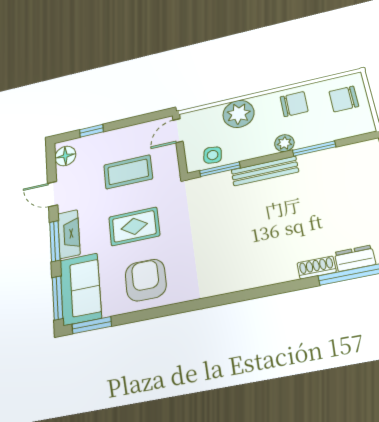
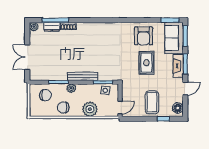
chair: (344, 99) -> (45, 95), moved
coffee table: (128, 172) -> (152, 102), moved, turned 90
door: (53, 194) -> (185, 89), hinge flipped
rug: (134, 226) -> (146, 63), turned 90

